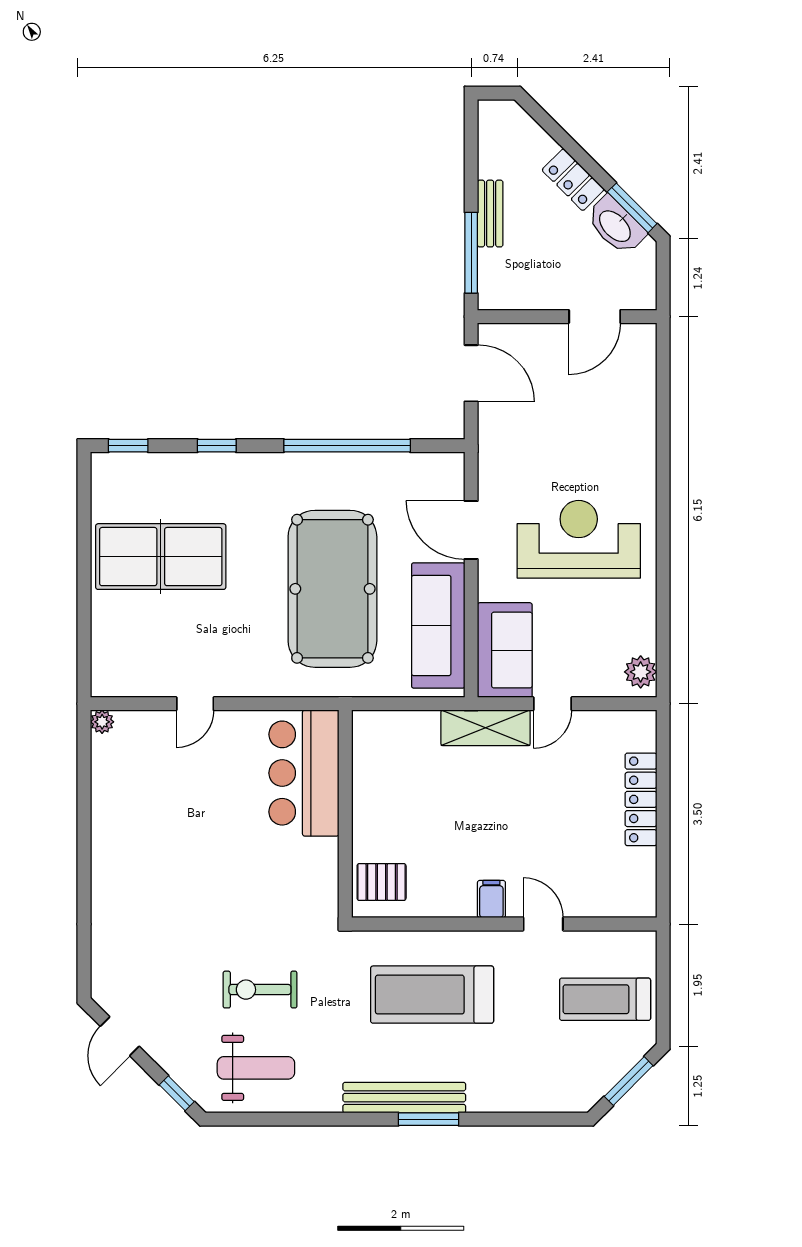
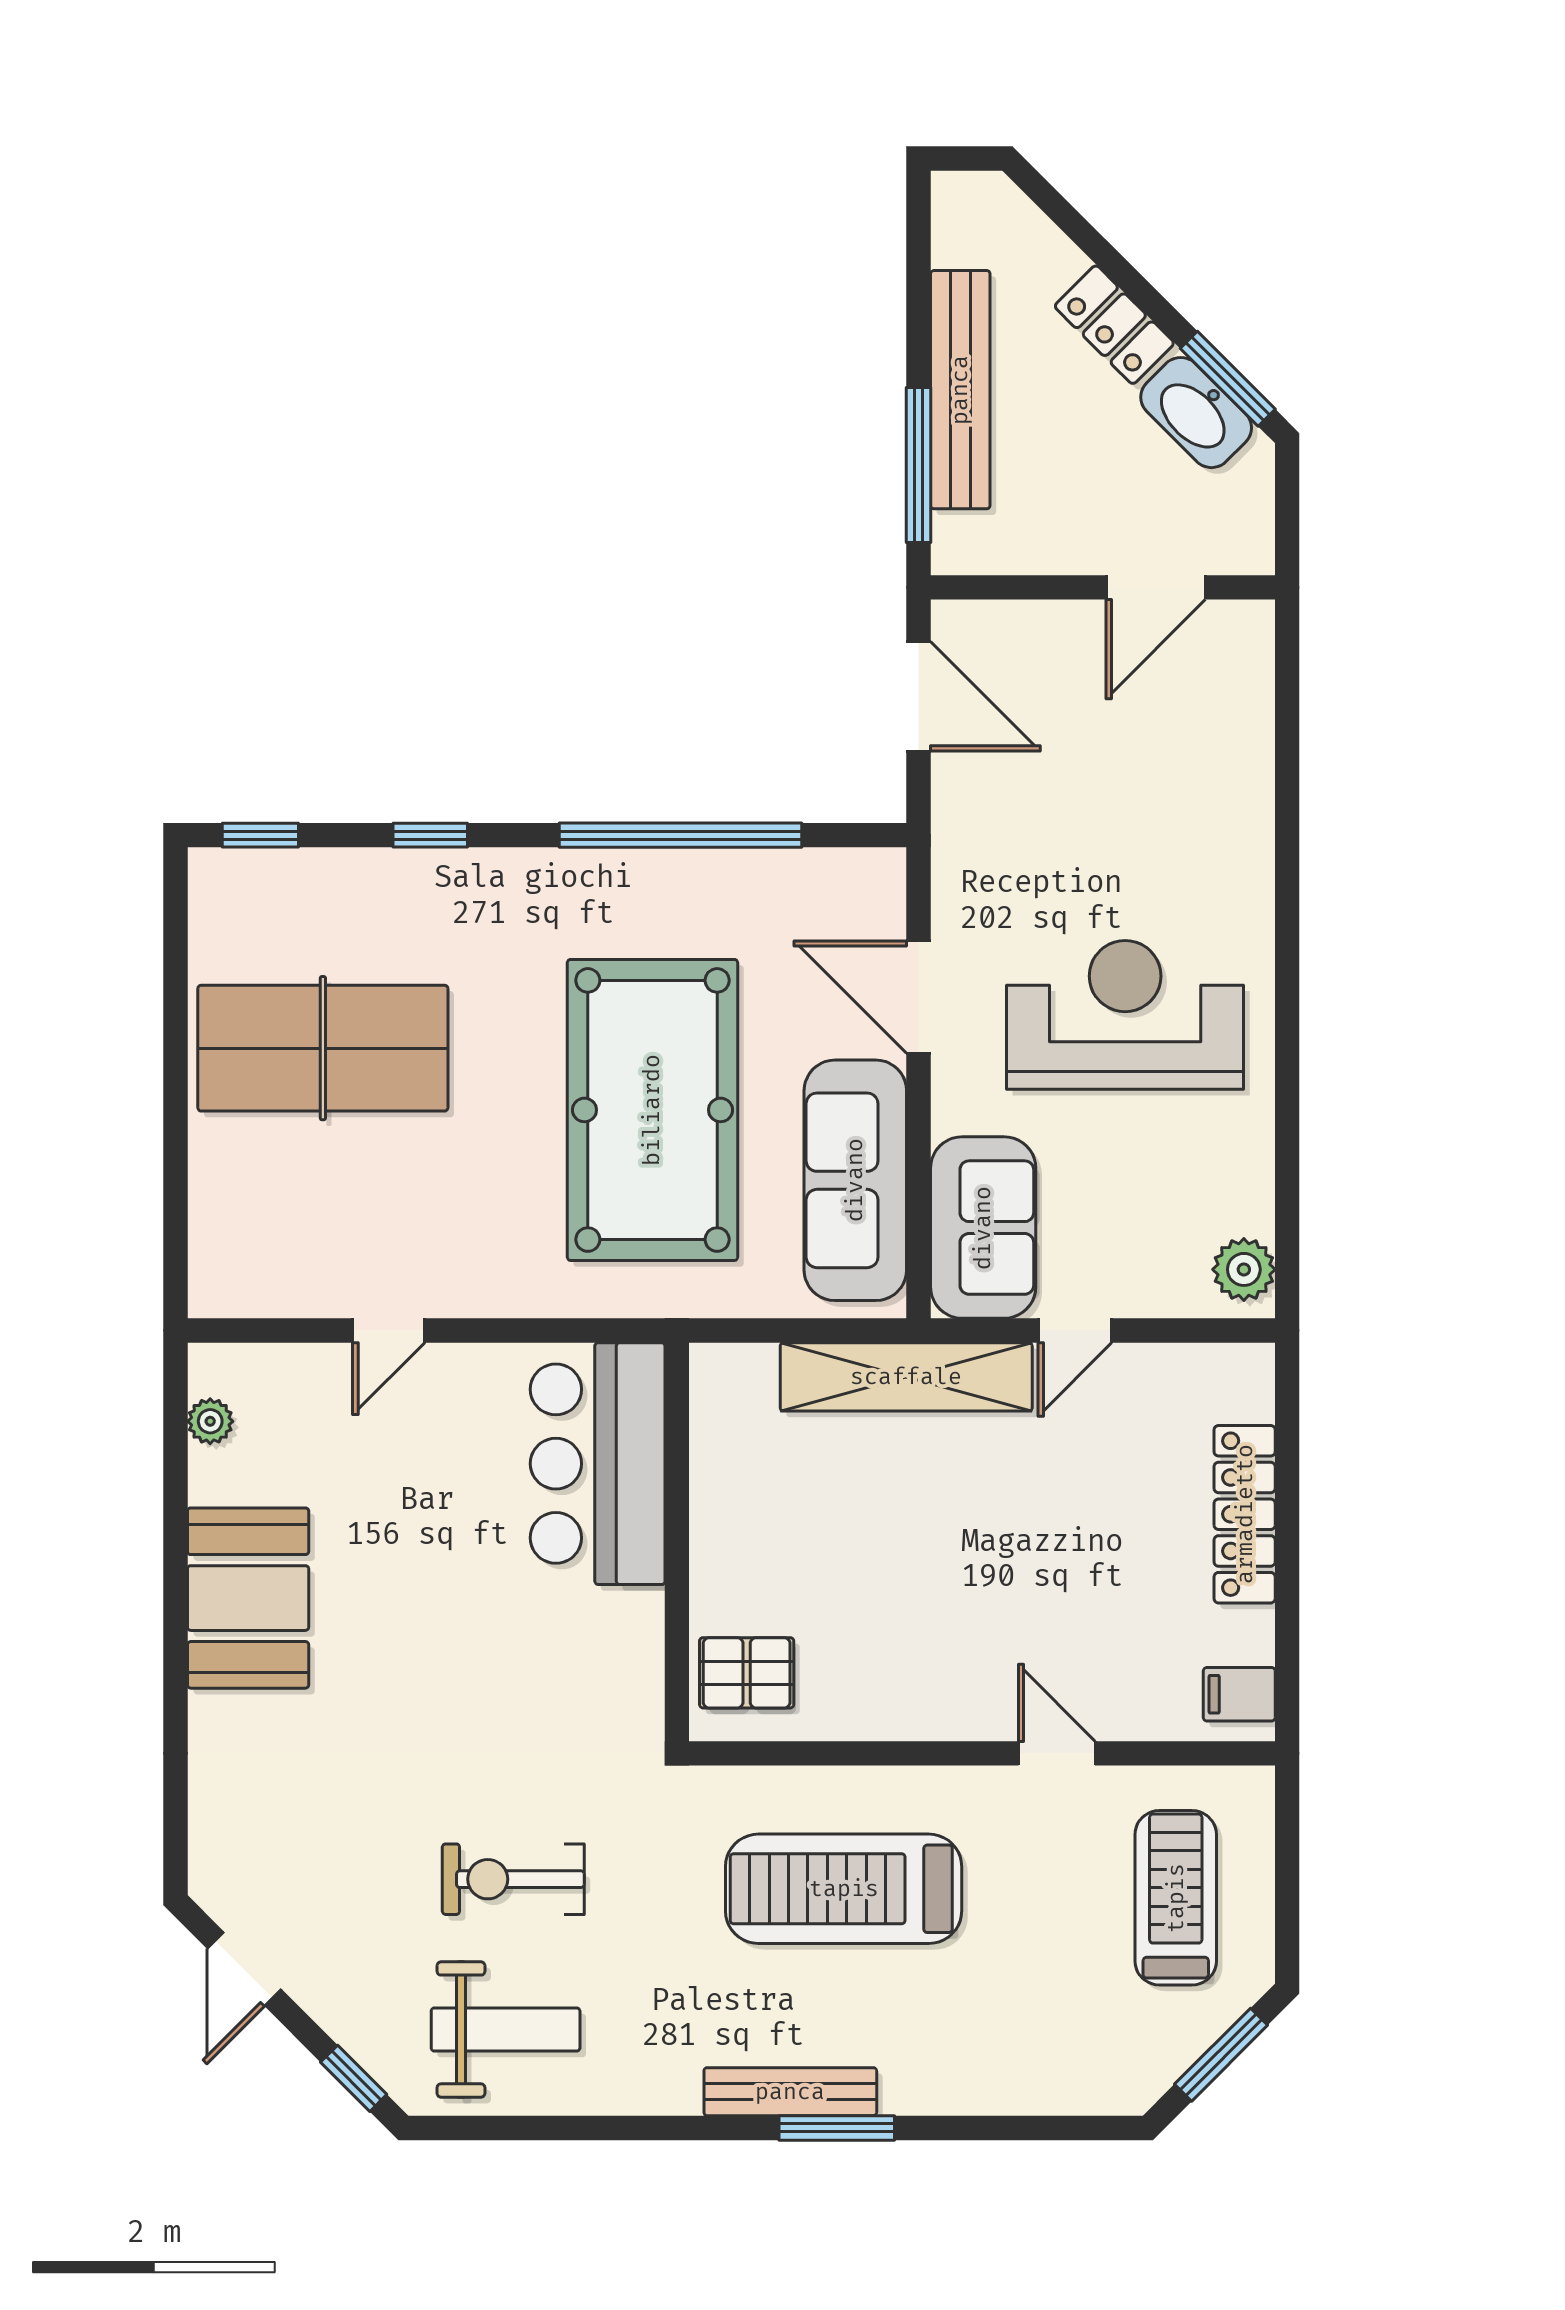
bench: (490, 214) -> (960, 390), width x1.86, depth x1.21
plant: (102, 722) -> (210, 1421), moved
shelving: (486, 728) -> (906, 1377), width x1.47
booth: (122, 843) -> (248, 1598), added
filing cabinet: (491, 899) -> (1239, 1694), moved, turned -90
treadmill: (605, 999) -> (1176, 1898), turned 90
bench: (404, 1098) -> (790, 2092), width x0.73, depth x0.82

